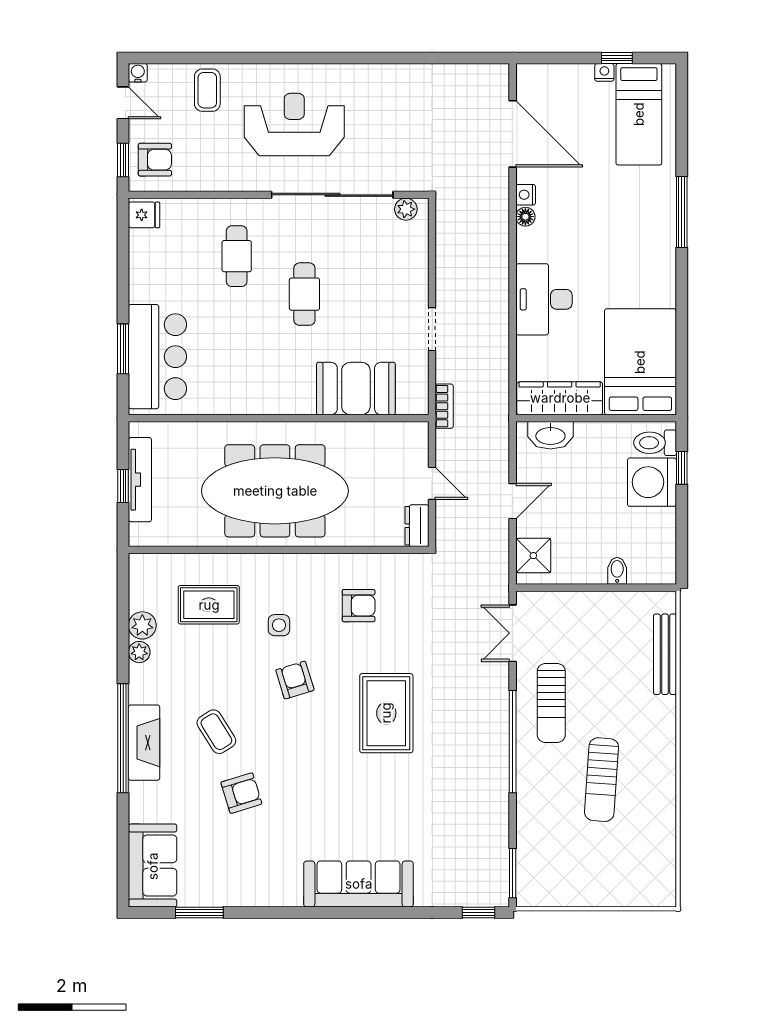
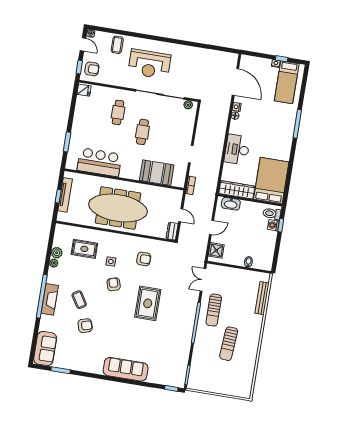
reception desk: (294, 125) -> (149, 64), turned 180
bar counter: (157, 357) -> (99, 162), moved, turned -90
washing machine: (652, 482) -> (273, 225), width x0.53, depth x0.53

